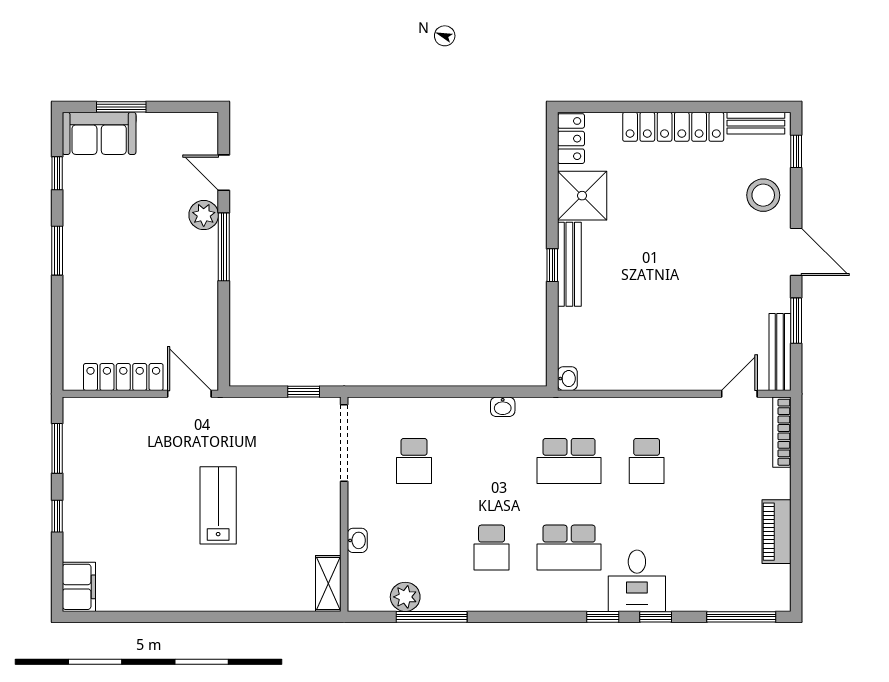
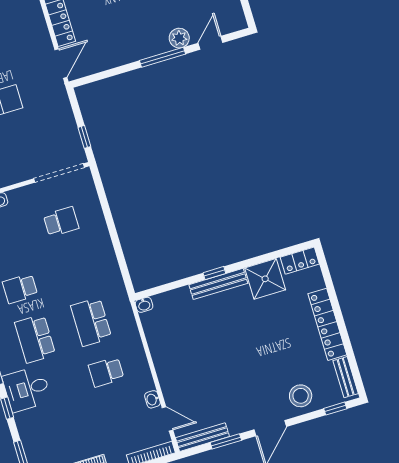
washbasin: (503, 407) -> (152, 399), moved
school desk: (414, 461) -> (61, 222), turned 180

